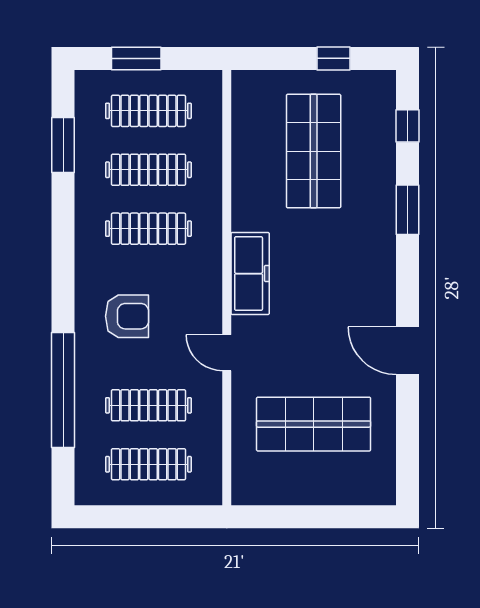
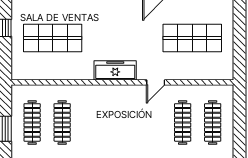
clothes rail: (148, 229) -> (92, 122), removed
armchair: (127, 316) -> (137, 133), removed
shop shelf: (314, 424) -> (192, 38), turned 90

